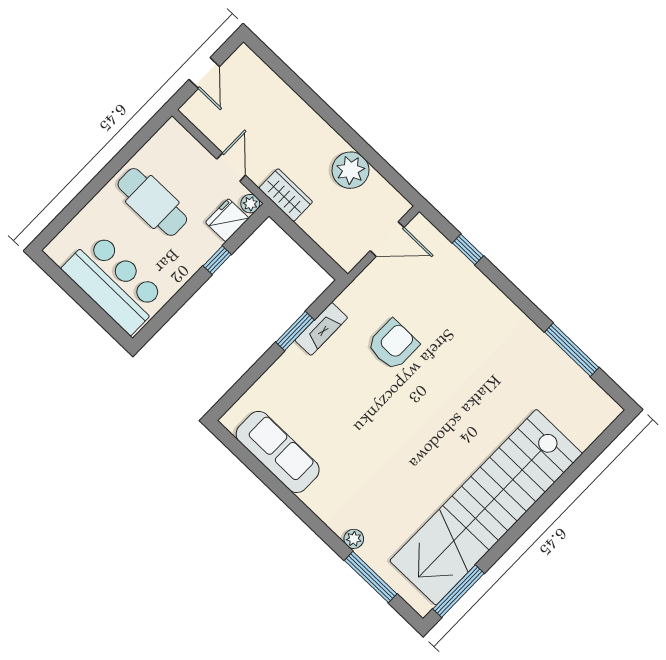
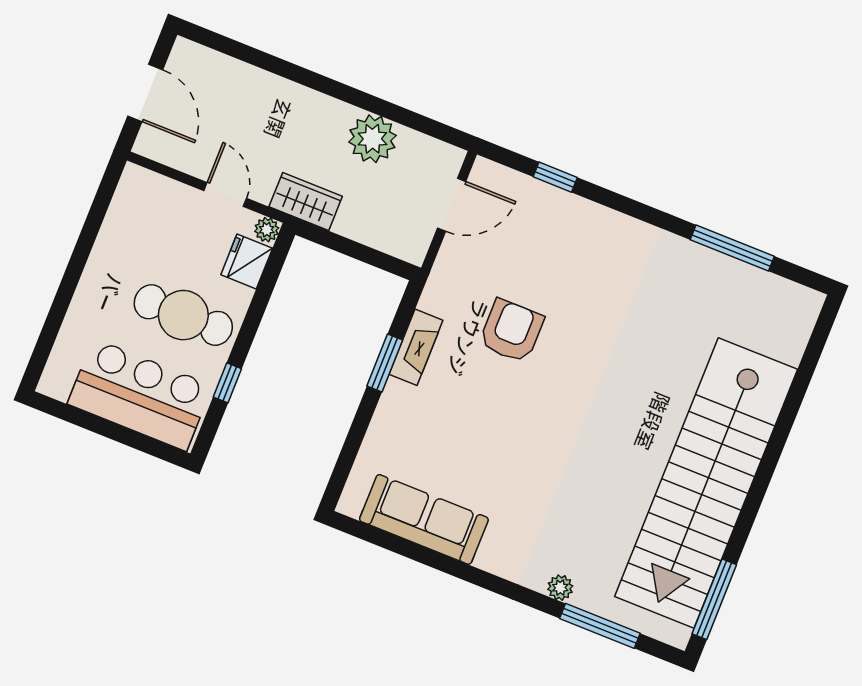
door: (204, 73) -> (145, 93), width x1.38
cafe table: (152, 202) -> (183, 315), moved
window: (217, 260) -> (227, 383), moved

